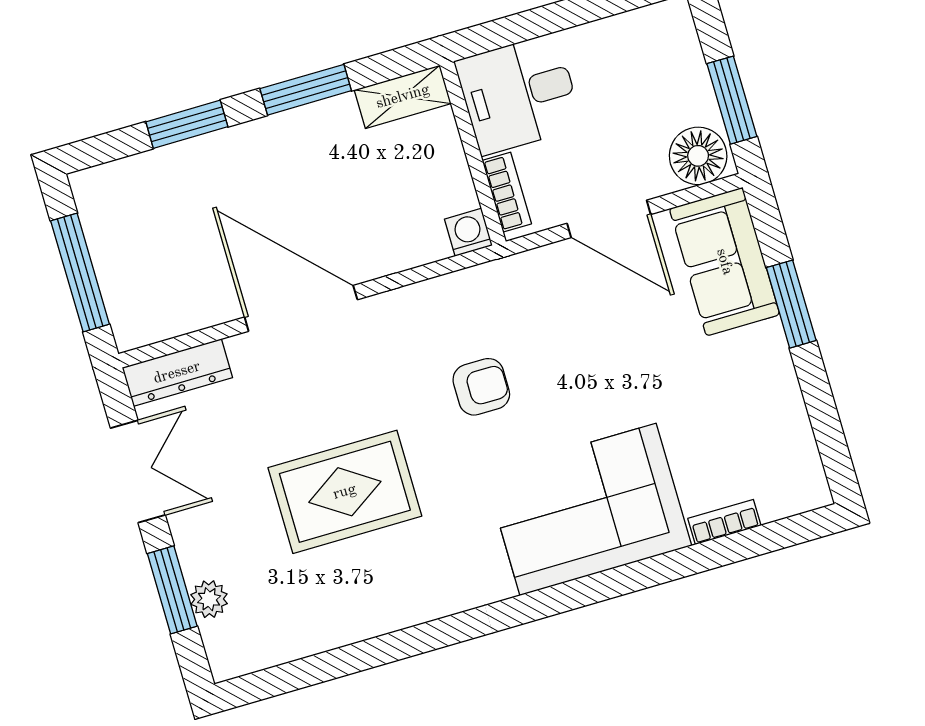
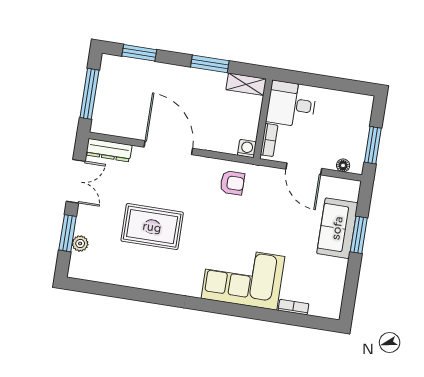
window: (187, 124) -> (139, 53), moved
floor lamp: (698, 156) -> (343, 165), width x0.53, depth x0.53
sofa: (724, 262) -> (337, 228), moved
armchair: (481, 387) -> (232, 183), moved

